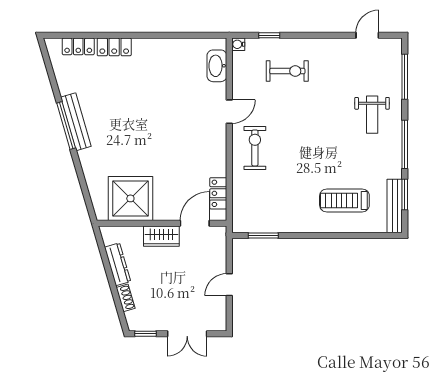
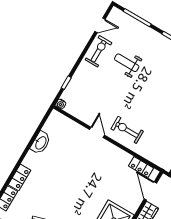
door: (367, 35) -> (100, 25), swing flipped
washbasin: (217, 66) -> (41, 143), moved, turned -90
exercise bike: (287, 71) -> (98, 51), moved
weight bench: (372, 115) -> (127, 63), moved, turned 180

